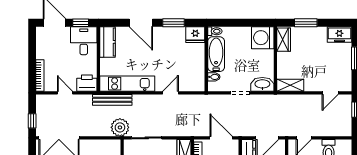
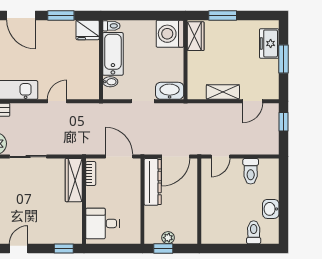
freezer: (339, 34) -> (269, 43), moved, turned 90
shelving: (290, 85) -> (223, 92), moved

